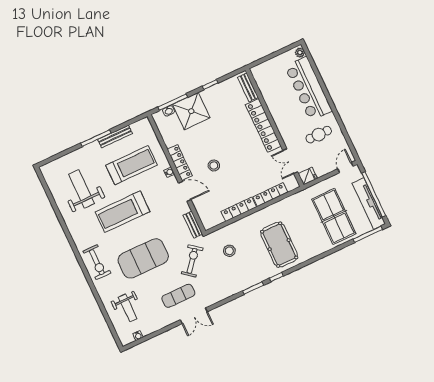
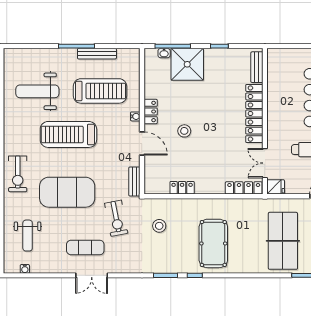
locker: (180, 163) -> (151, 111), width x0.66
weight bench: (82, 189) -> (37, 91), turned -90
locker: (270, 195) -> (244, 188), moved
locker: (239, 209) -> (182, 188), width x0.66
exercise bike: (192, 261) -> (116, 218), turned 130

